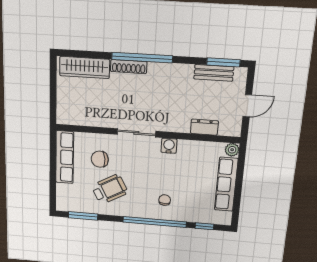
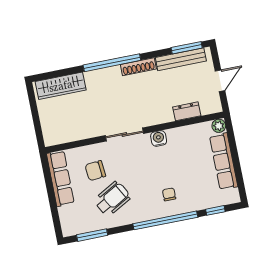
shoe rack: (129, 67) -> (138, 67), moved
bench: (214, 73) -> (181, 59), width x1.36

